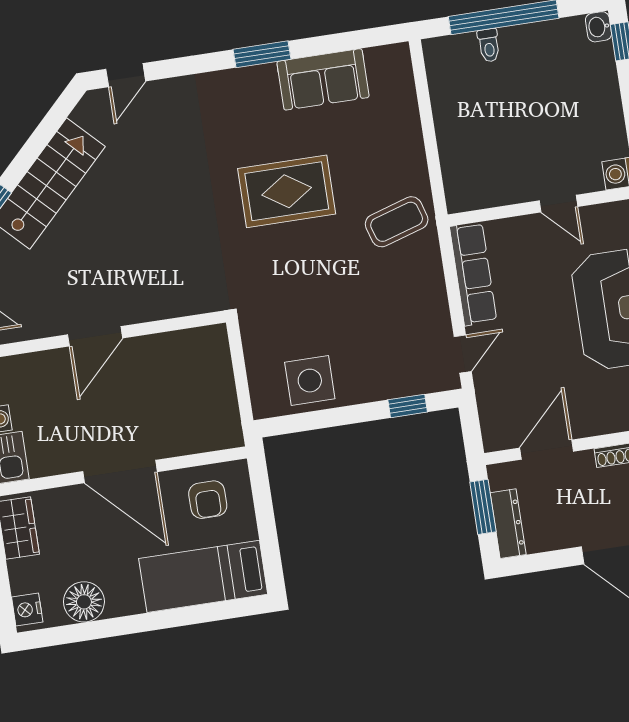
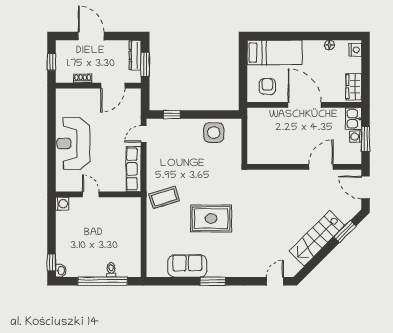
door: (95, 336) -> (321, 167), moved
floor lamp: (84, 602) -> (329, 45), width x0.53, depth x0.53

